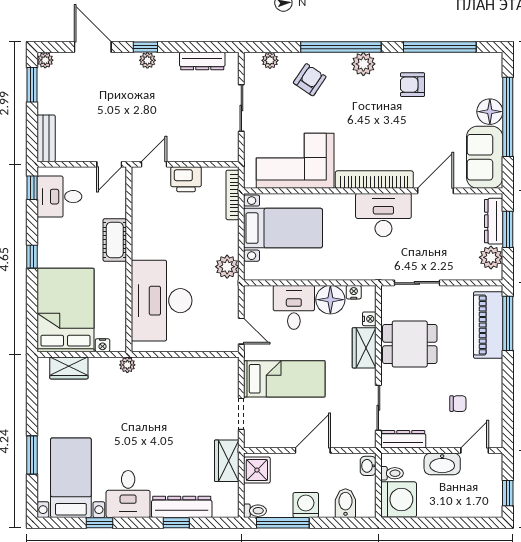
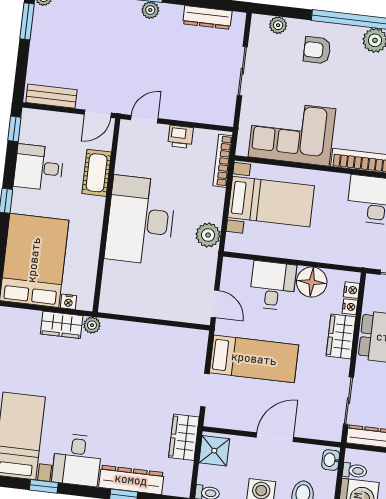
armchair: (310, 80) -> (317, 50), turned -124
bench: (46, 138) -> (51, 96), moved, turned 90
printer: (186, 179) -> (180, 137), width x0.73, depth x0.81
desk: (59, 197) -> (39, 168), moved
cot: (115, 240) -> (97, 173), moved
nightstand: (354, 292) -> (352, 290), moved, turned 90
desk: (162, 301) -> (141, 220), moved
wardrobe: (69, 368) -> (62, 325), moved

